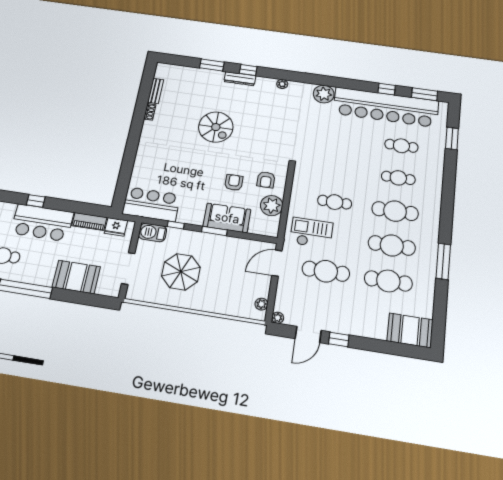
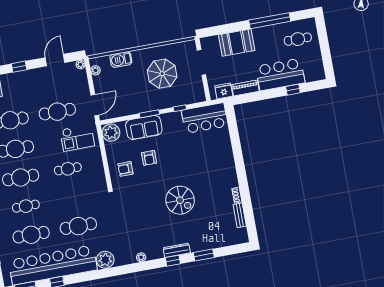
spiral stairs: (216, 127) -> (180, 200), turned 180
cafe table: (343, 137) -> (78, 226), added
cafe table: (401, 146) -> (31, 235), width x1.37, depth x1.35
armchair: (266, 180) -> (125, 169), turned -90
plant: (272, 206) -> (111, 133), moved
barbecue: (153, 233) -> (121, 60), moved, turned 180
window: (339, 339) -> (19, 67), moved

